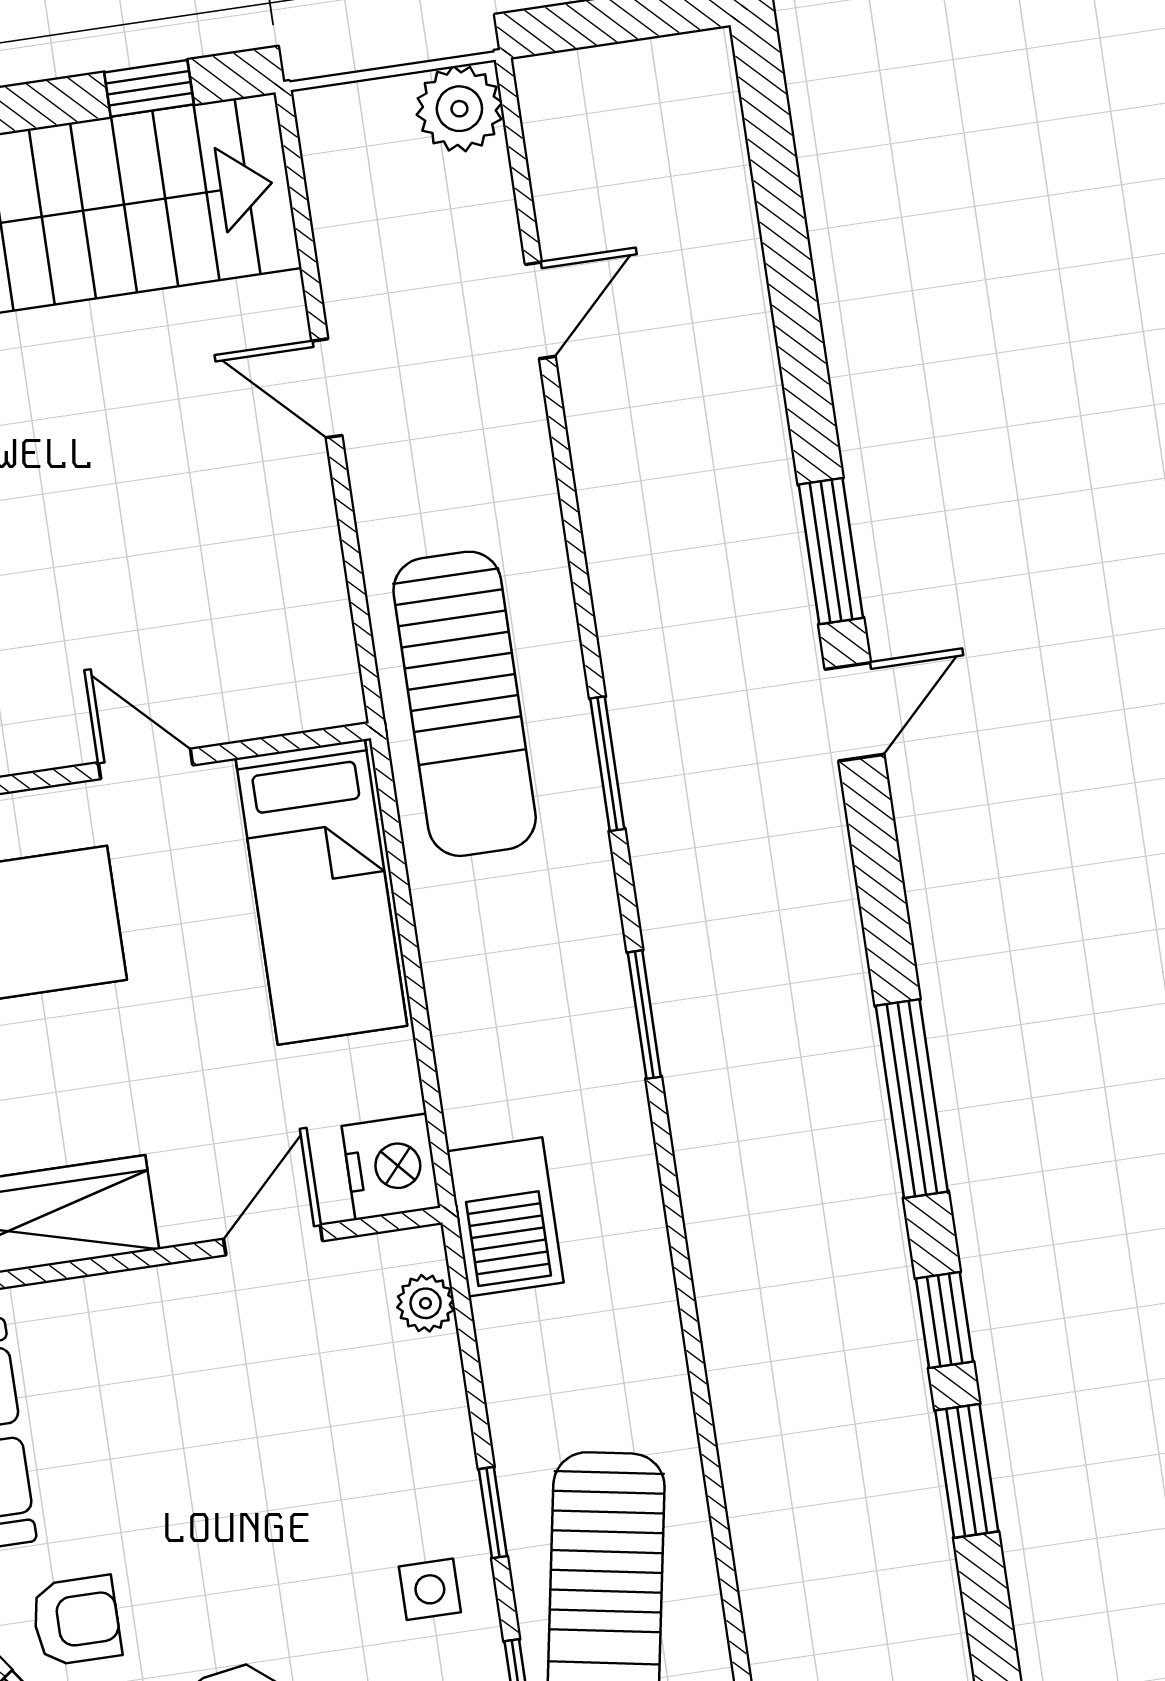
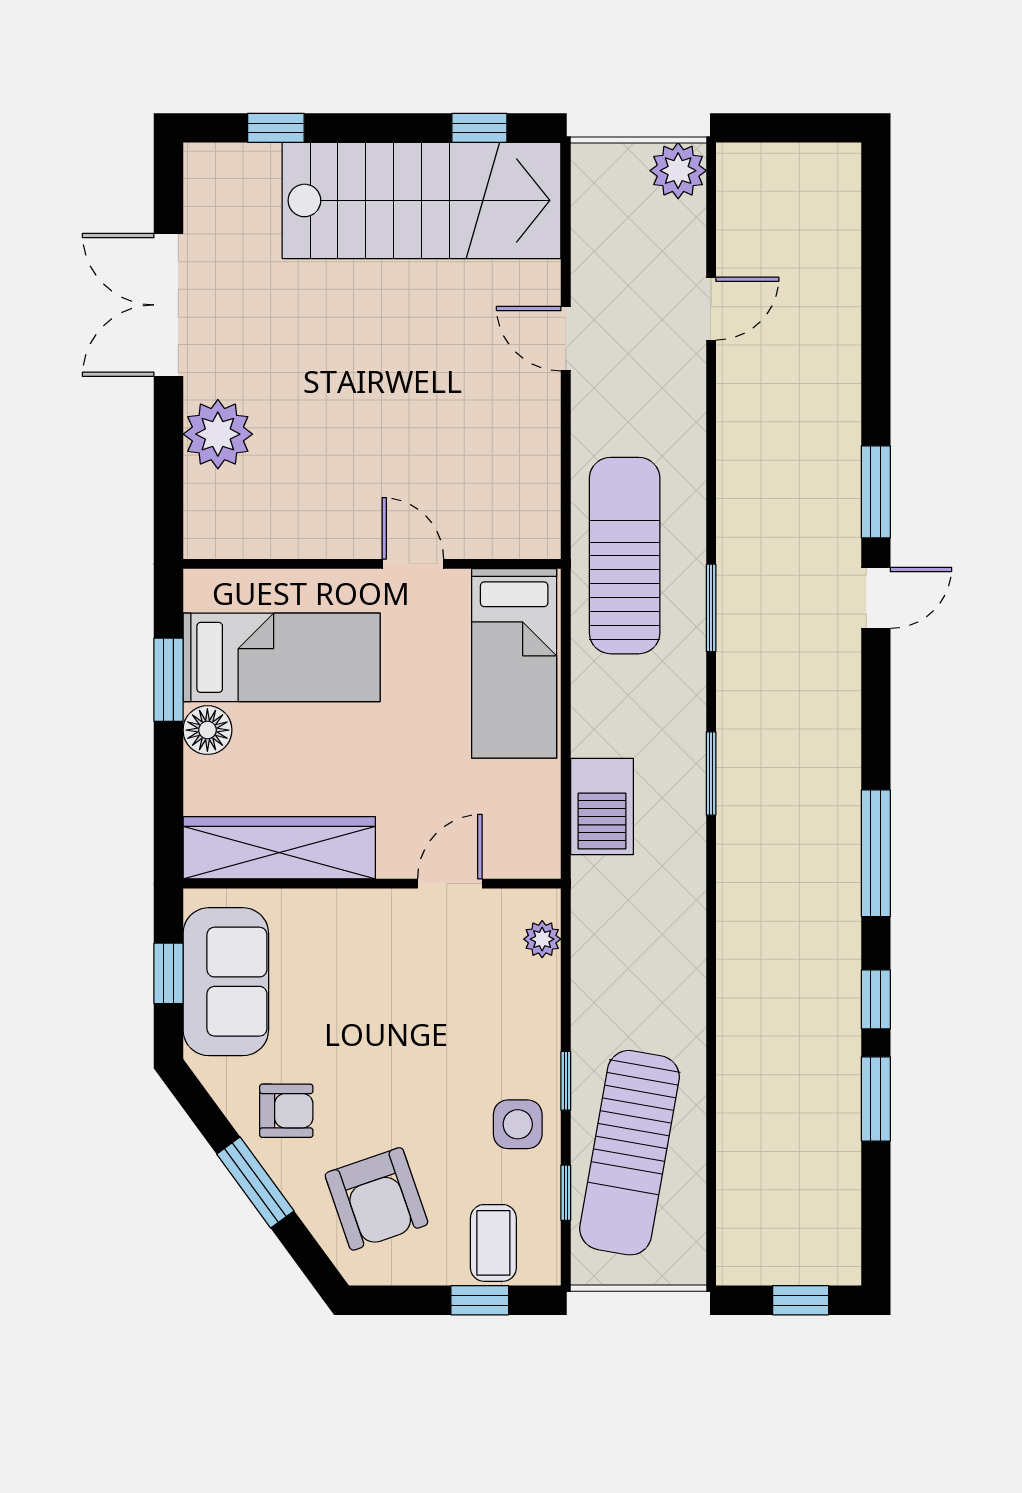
sun lounger: (465, 704) -> (625, 556), turned 180
nightstand: (391, 1167) -> (533, 848), removed
barbecue: (505, 1217) -> (602, 806), moved
side table: (430, 1589) -> (518, 1124), width x1.37, depth x1.37

